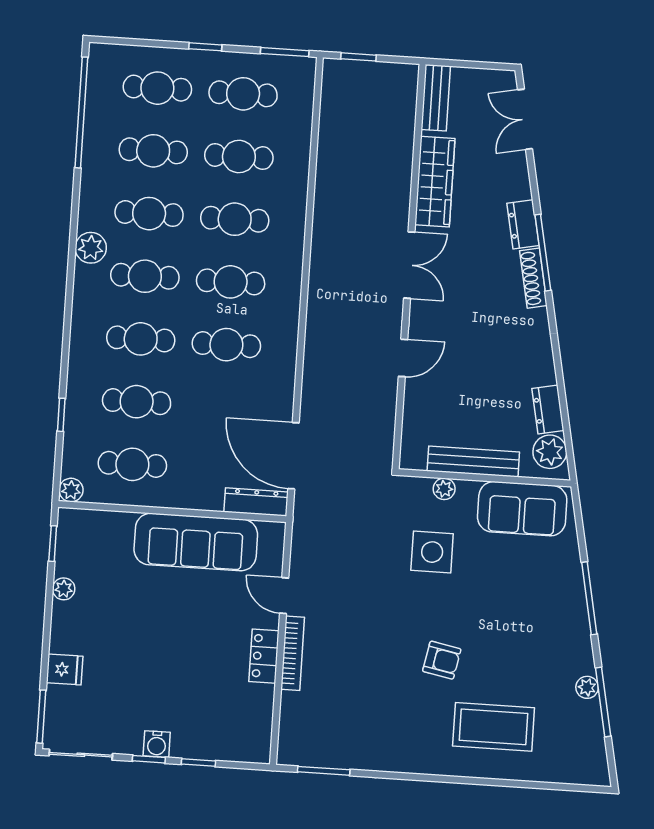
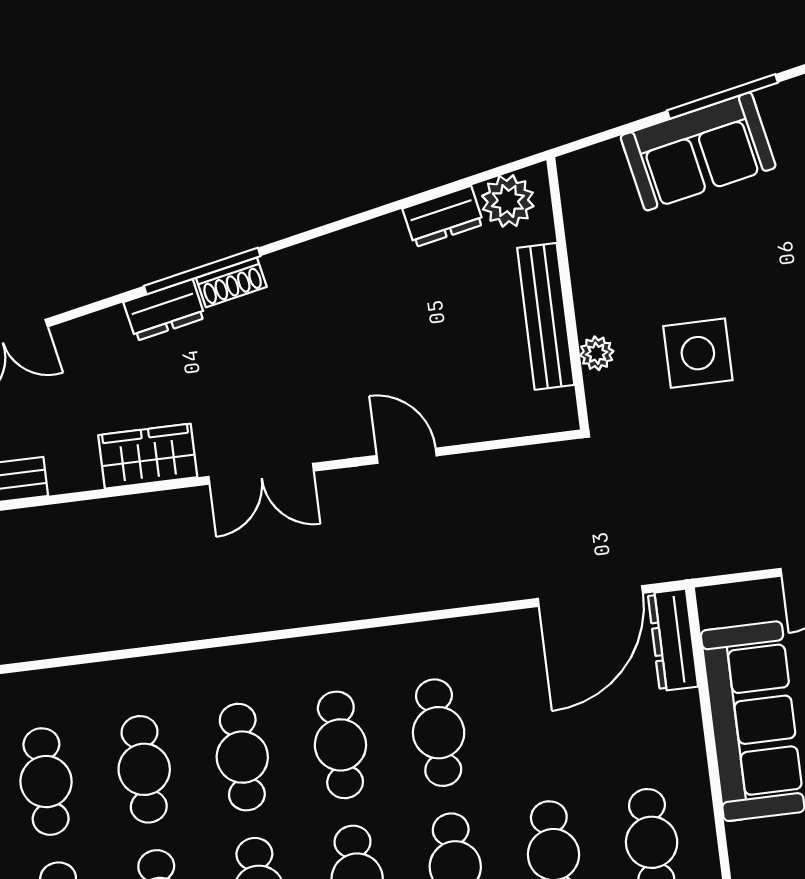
wardrobe: (435, 182) -> (148, 456), width x0.67
double door: (409, 265) -> (261, 474), swing flipped
shoe rack: (533, 278) -> (231, 282), width x0.70
sofa: (522, 509) -> (698, 152), moved, turned 79

